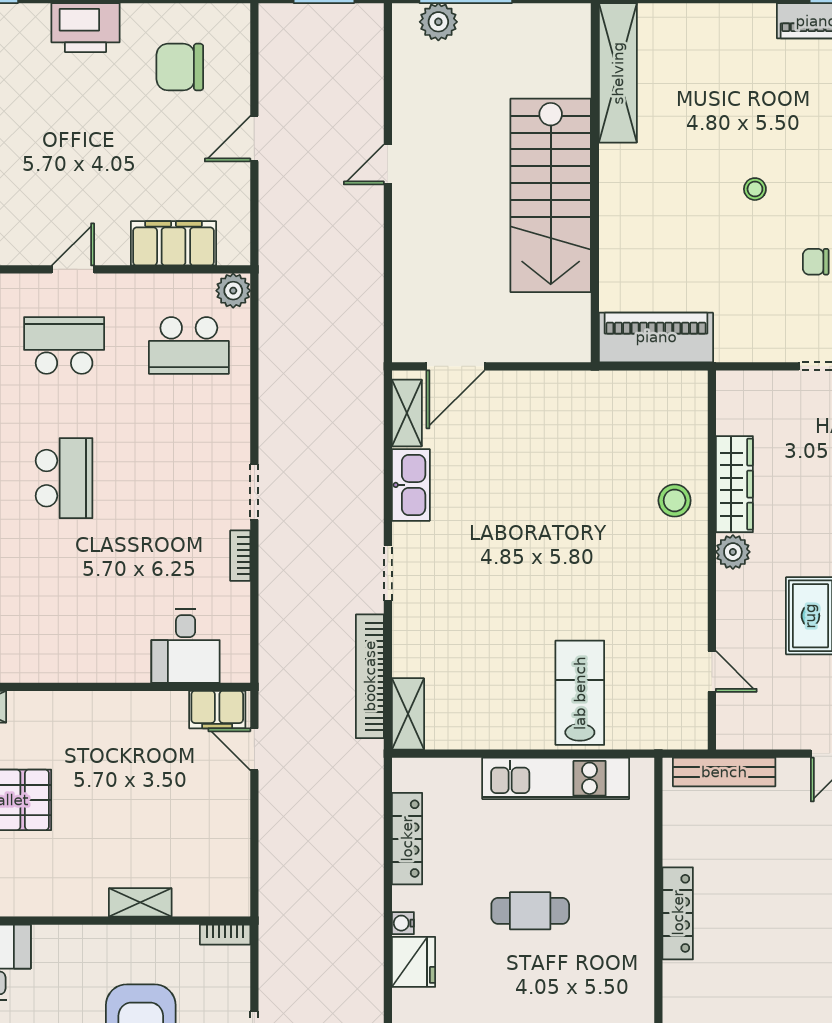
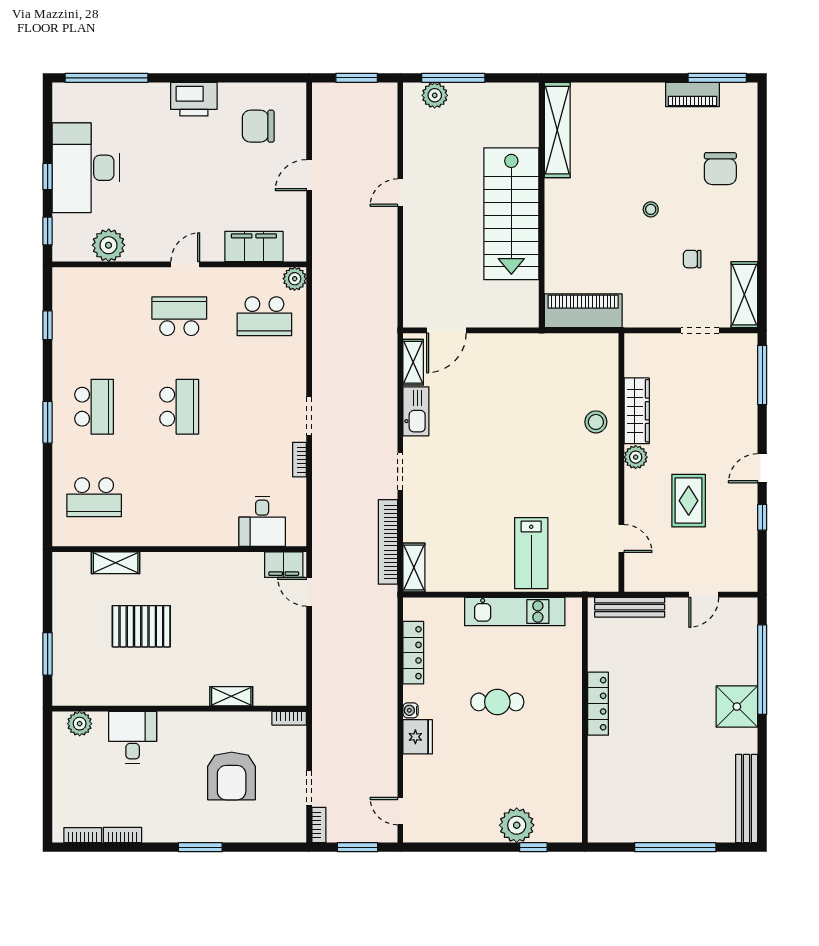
lab bench: (580, 693) -> (531, 553), turned 180

